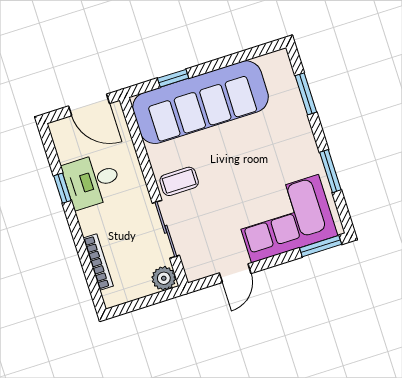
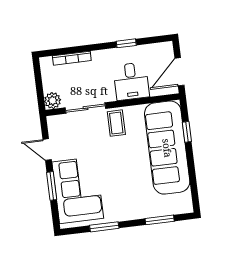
desk: (92, 181) -> (131, 81), moved, turned 180
window: (321, 246) -> (52, 186), moved

